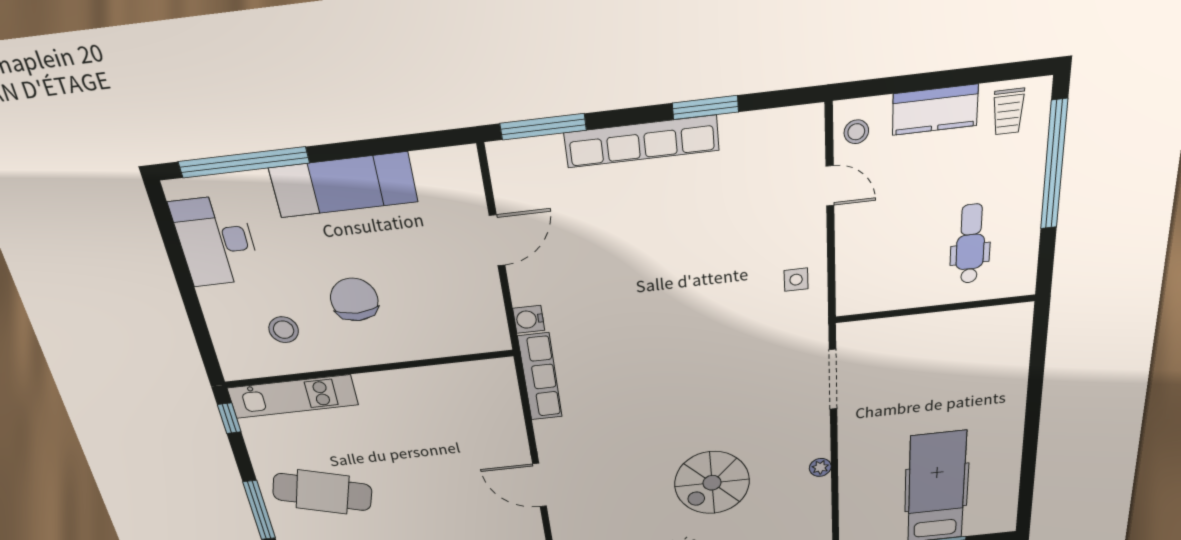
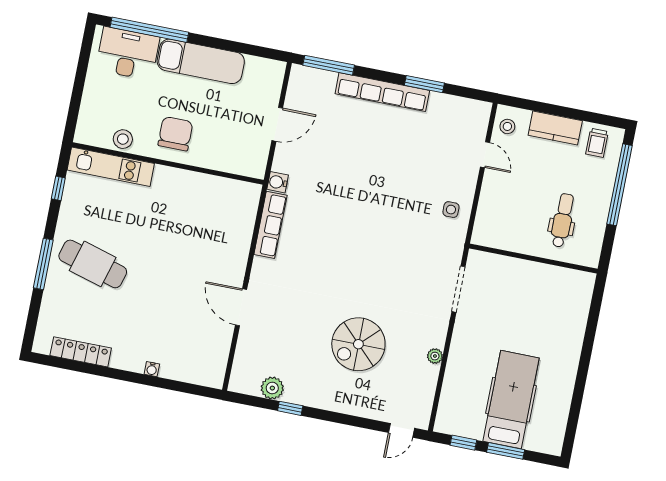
desk: (216, 241) -> (128, 53), moved, turned 90
wall: (369, 369) -> (168, 163), moved
kitchen unit: (293, 396) -> (111, 167), moved

